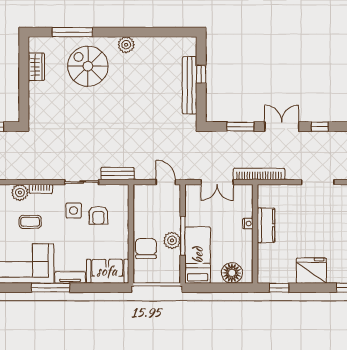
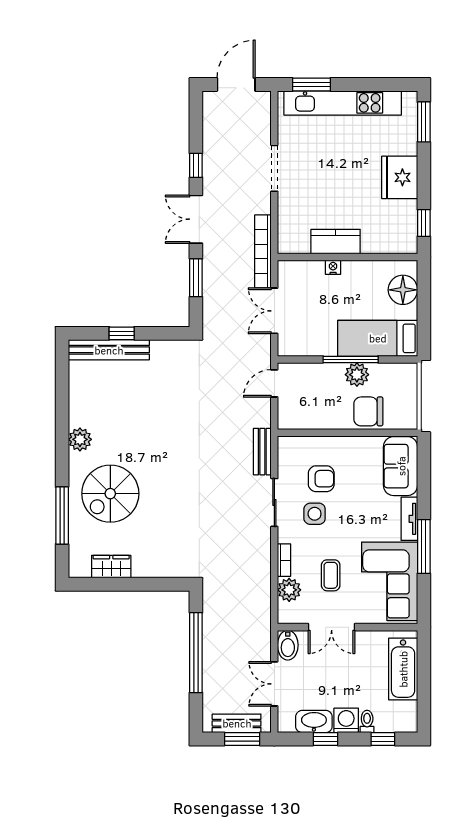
bench: (190, 85) -> (109, 350), moved
double door: (217, 182) -> (274, 311), swing flipped

